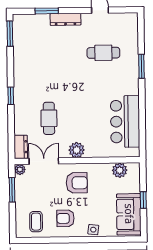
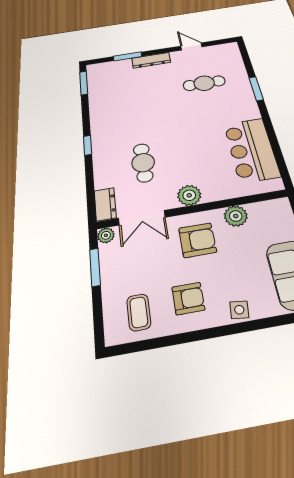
double door: (44, 161) -> (142, 218), swing flipped
plant: (120, 170) -> (236, 216), moved
armchair: (65, 218) -> (188, 298), turned 180

